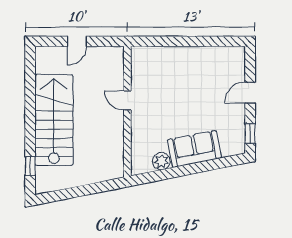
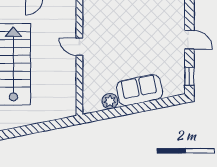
door: (250, 93) -> (189, 40), swing flipped

